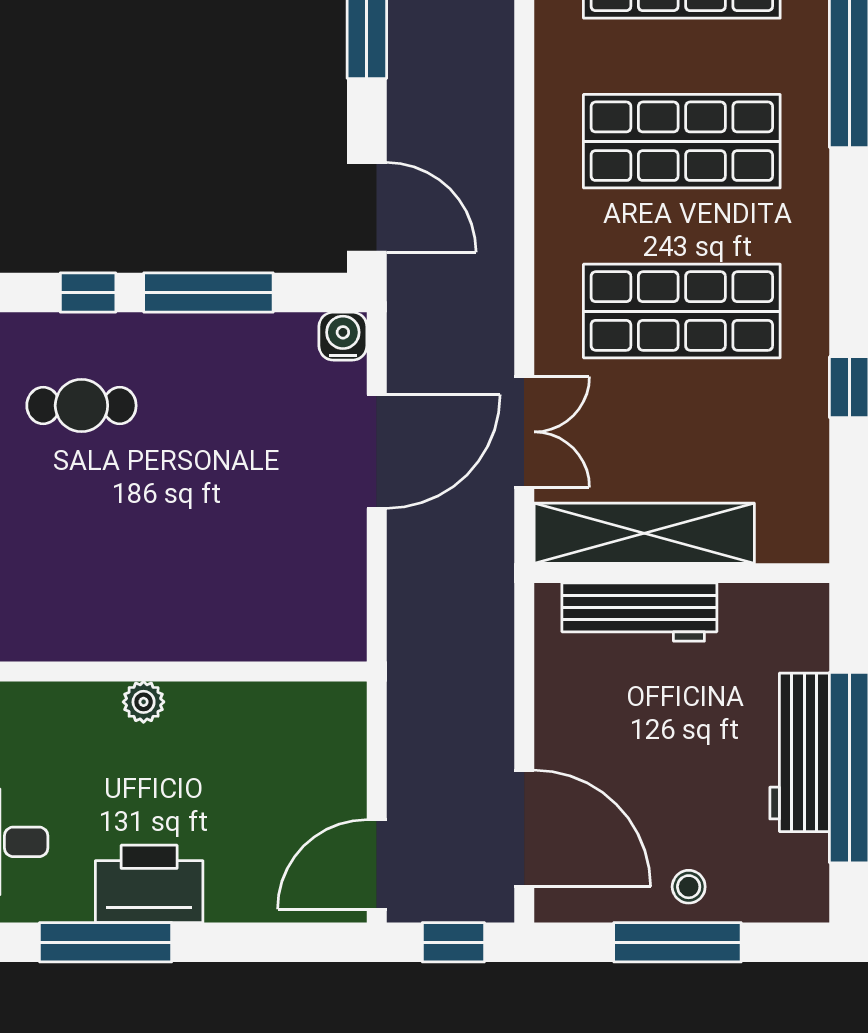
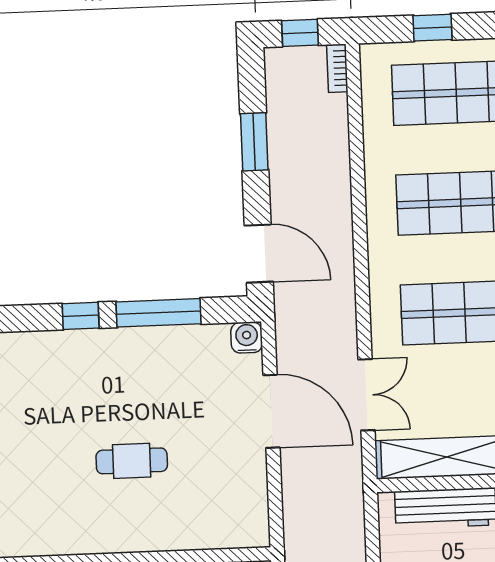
cafe table: (81, 406) -> (132, 461), moved
door: (377, 452) -> (271, 411), hinge flipped

